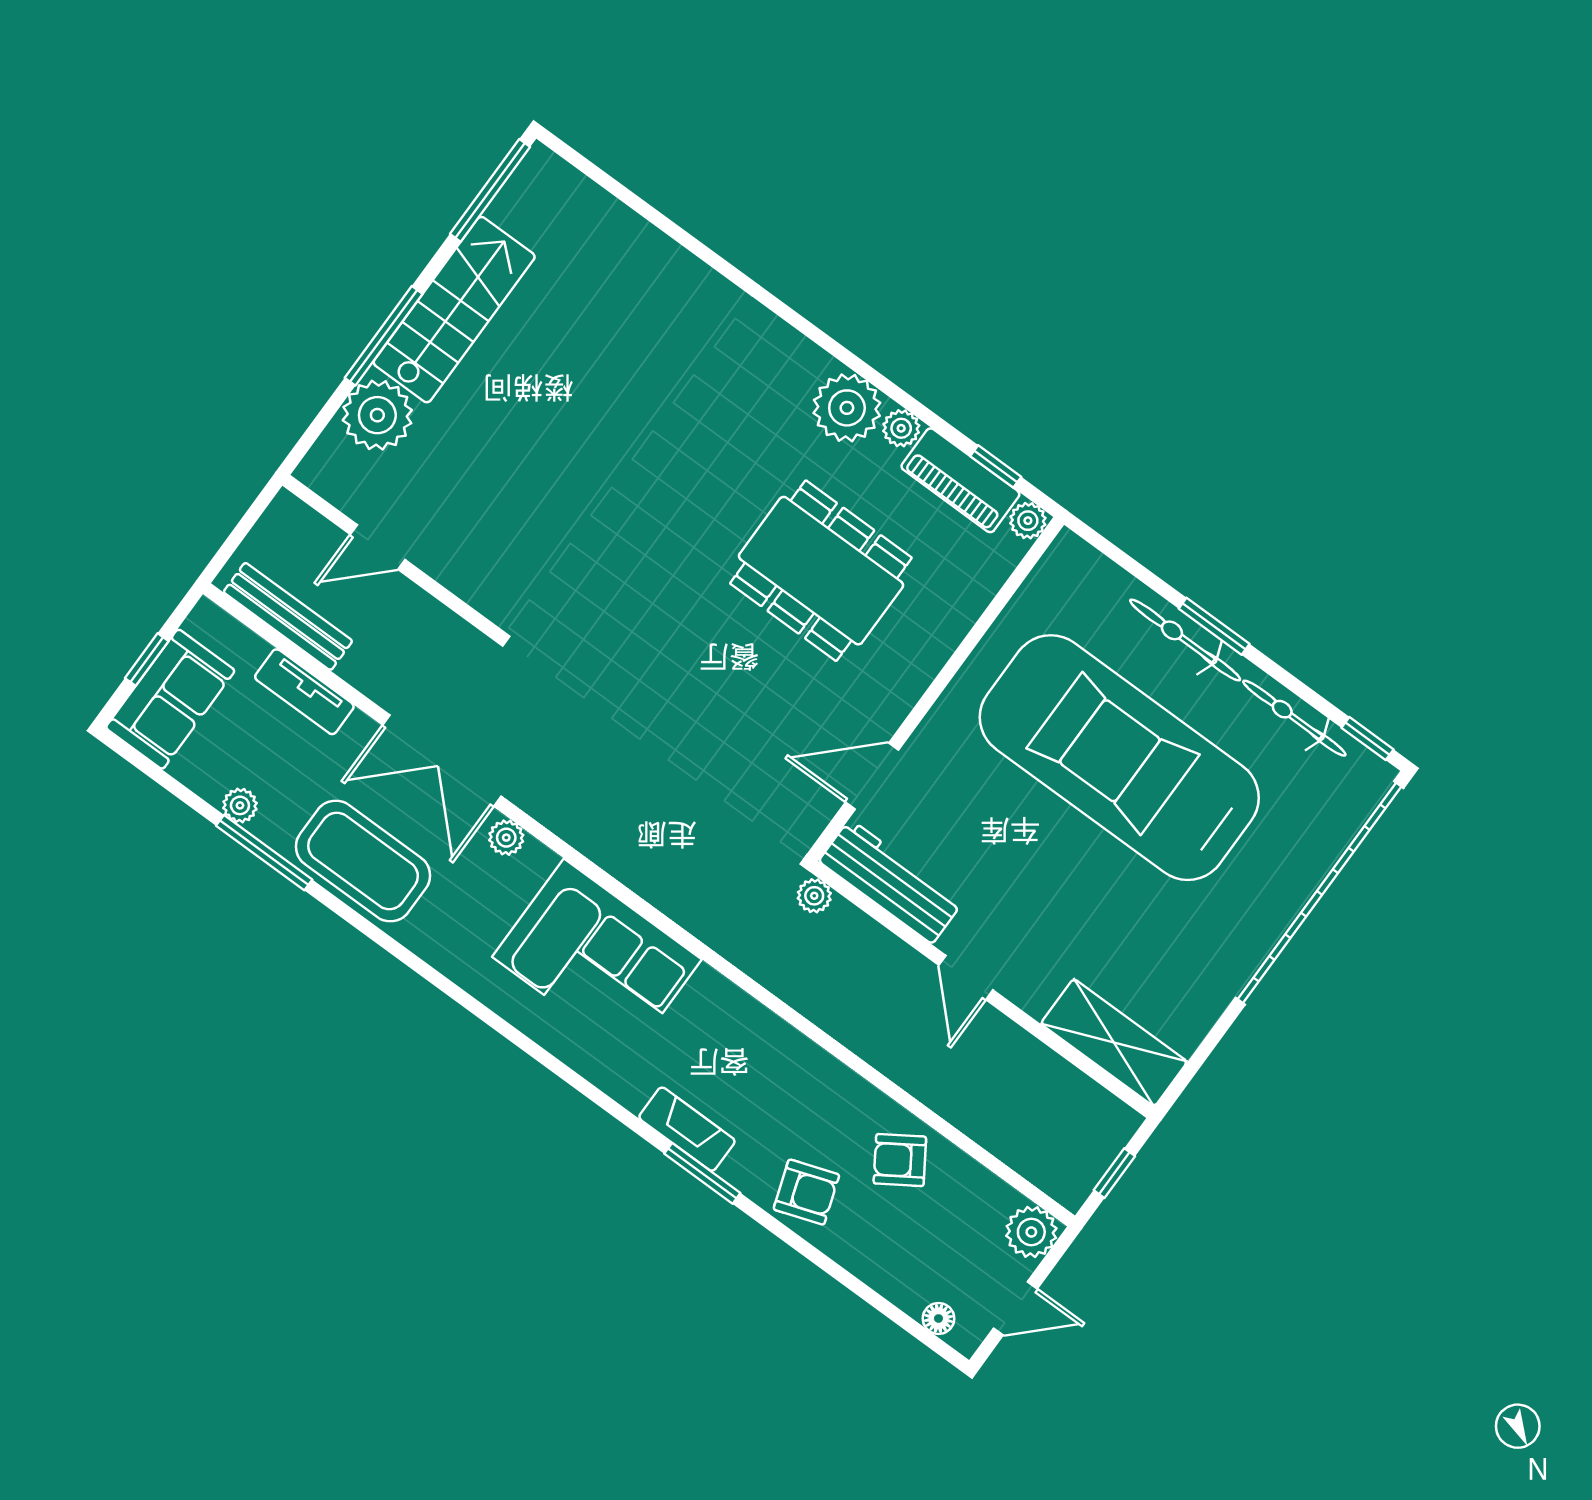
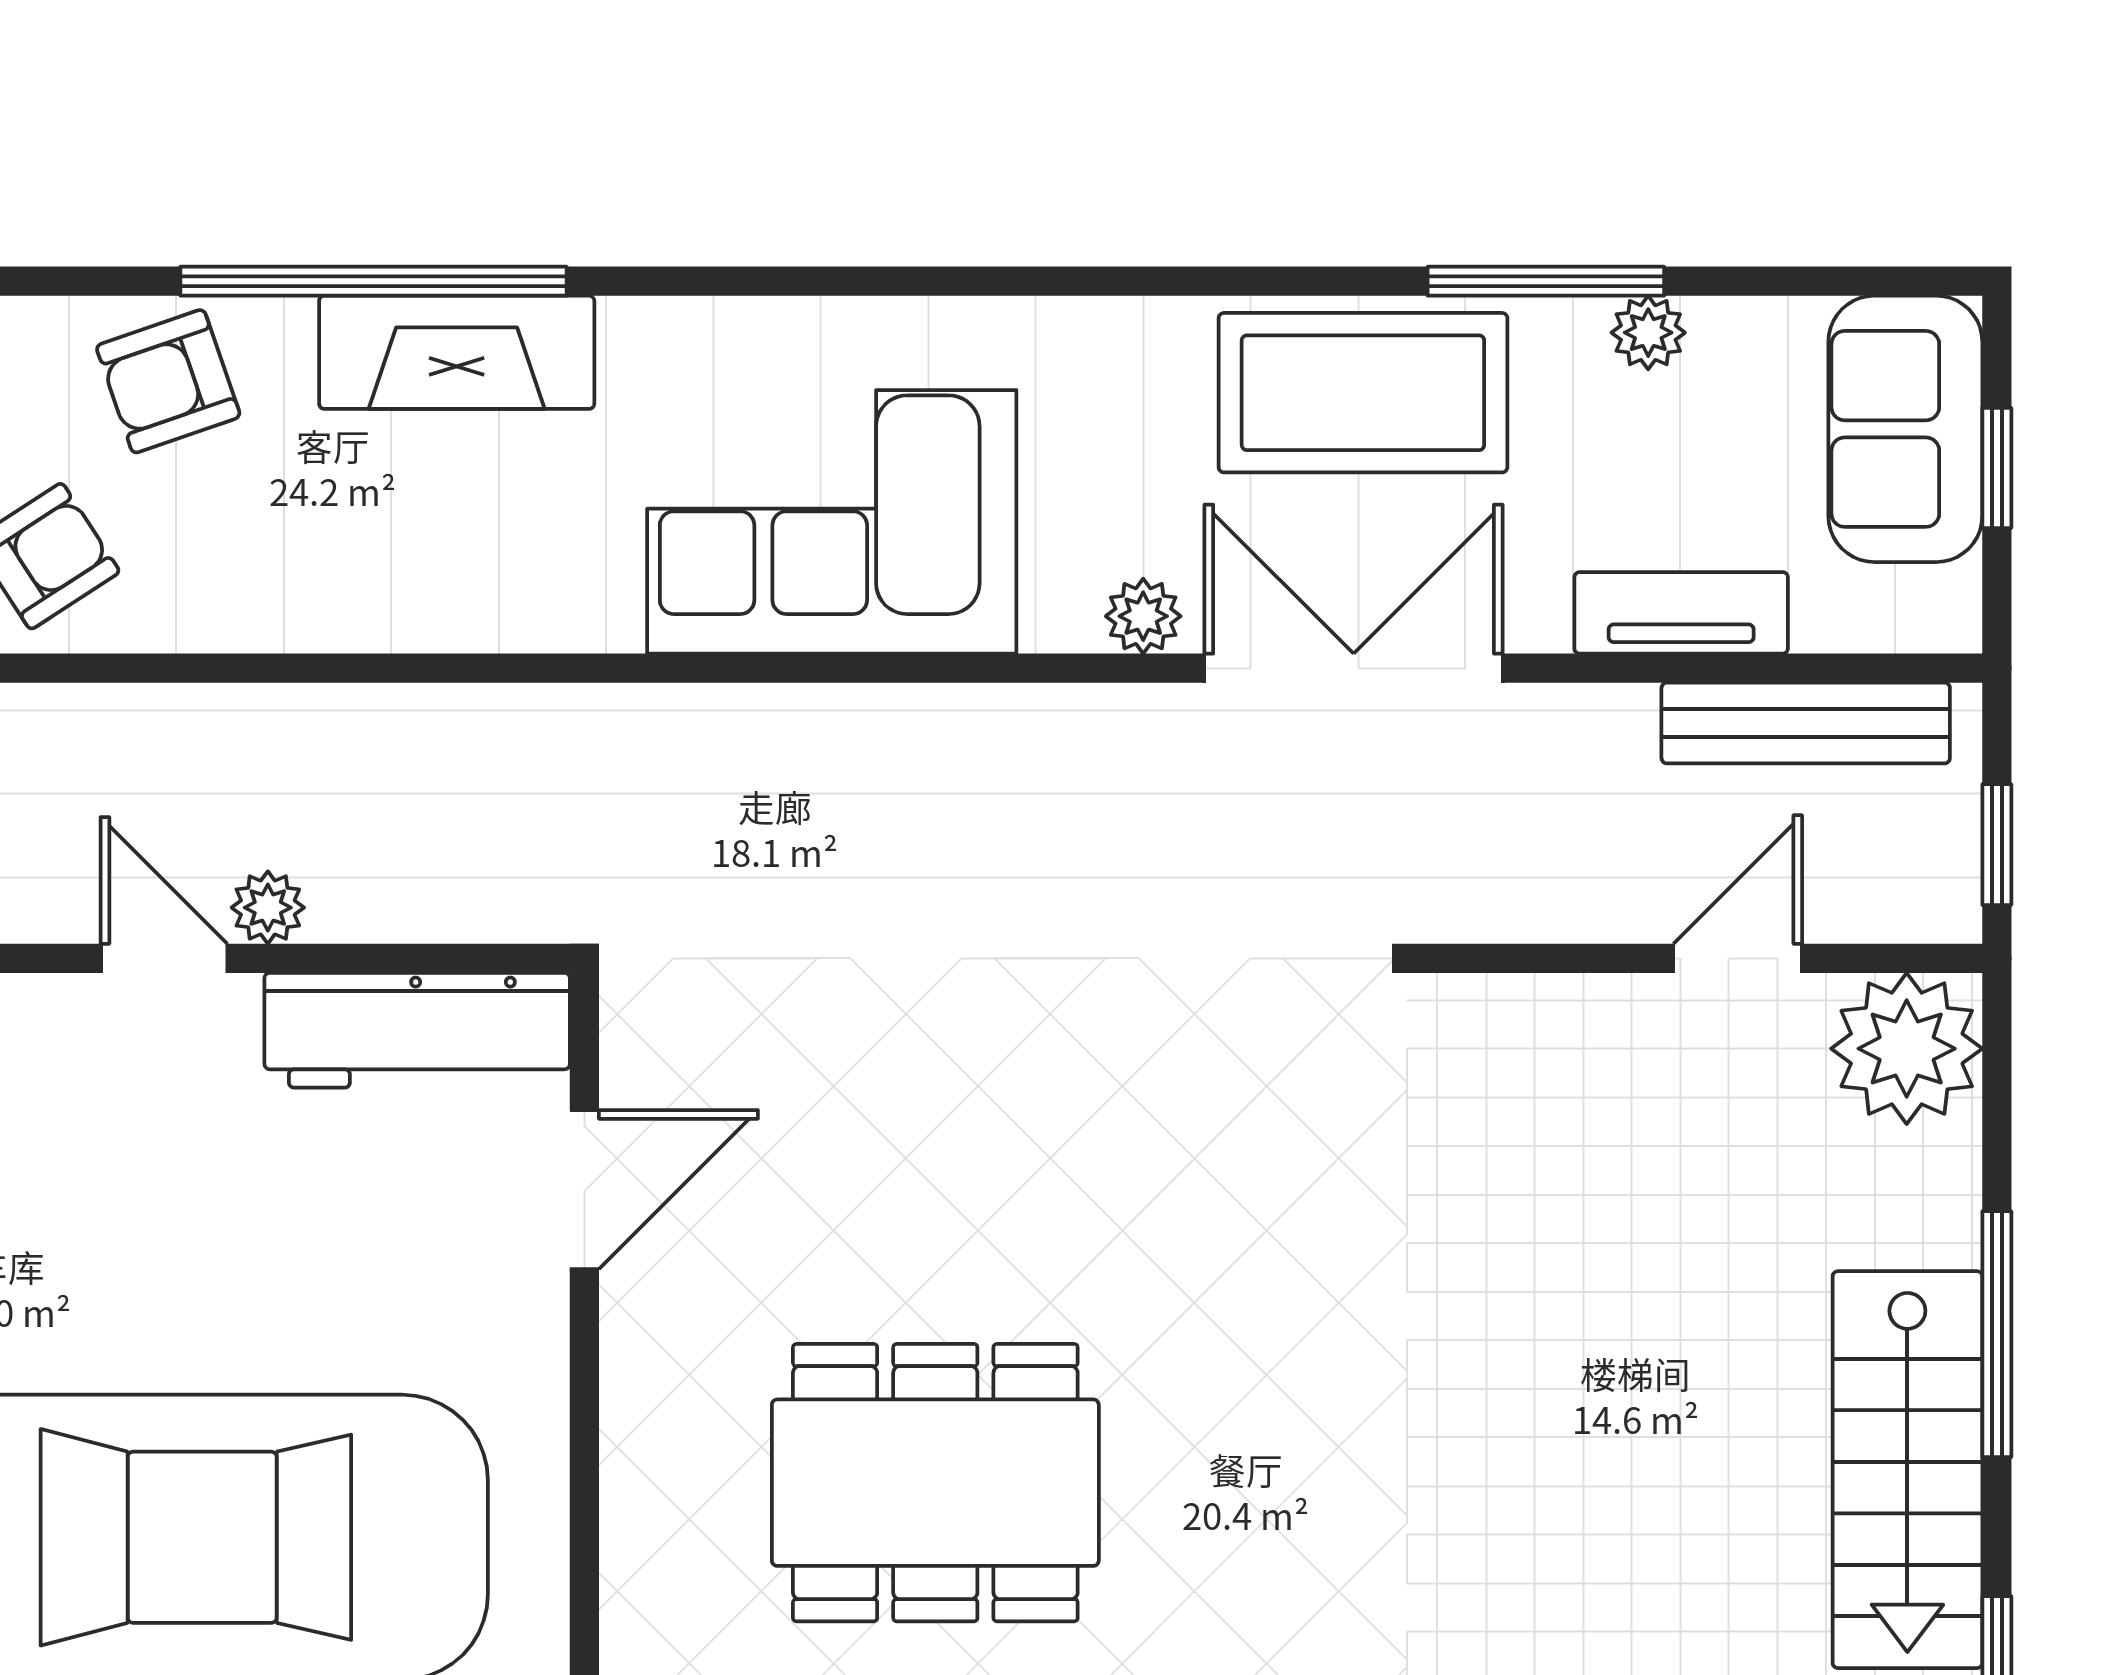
plant: (377, 415) -> (1907, 1049), moved
window: (250, 519) -> (1997, 845), added
plant: (814, 896) -> (268, 908), moved
fireplace: (687, 1129) -> (457, 352), width x1.37, depth x1.32
window: (702, 1173) -> (374, 281), width x2.11

